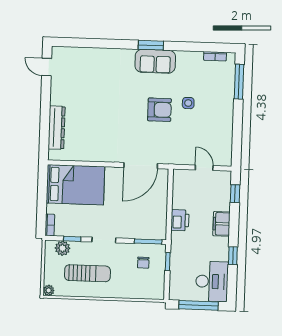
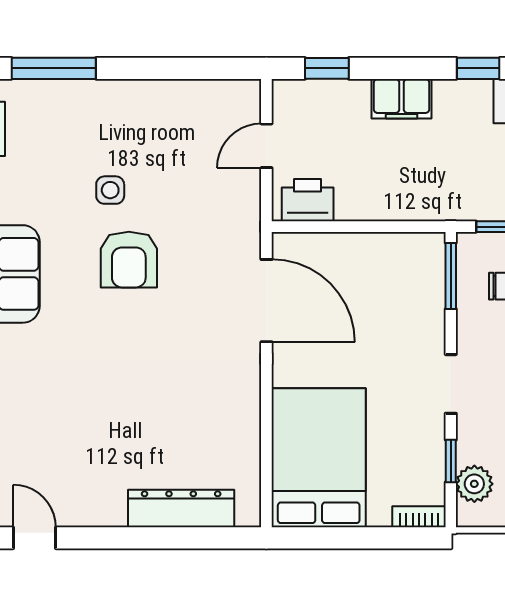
door: (47, 67) -> (35, 538), swing flipped
armchair: (159, 110) -> (129, 260), turned 180
printer: (180, 220) -> (308, 200), moved

